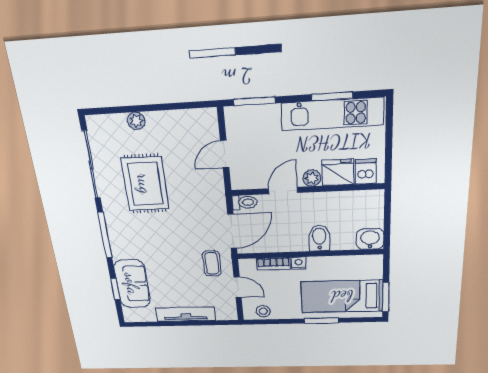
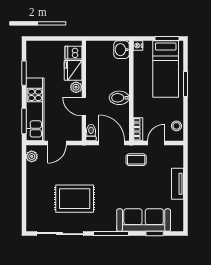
kitchen unit: (332, 114) -> (35, 109), moved
plant: (136, 121) -> (32, 156), moved
door: (225, 154) -> (57, 143), hinge flipped
bidet: (319, 238) -> (119, 98), moved
nightstand: (299, 263) -> (138, 46), moved
bookcase: (273, 264) -> (138, 129), moved
sofa: (132, 284) -> (144, 220), width x1.36
tv unit: (185, 314) -> (177, 184), width x0.71

